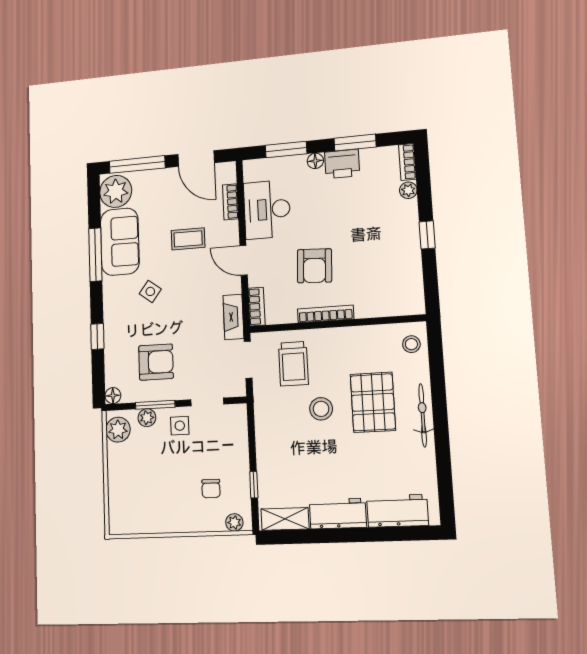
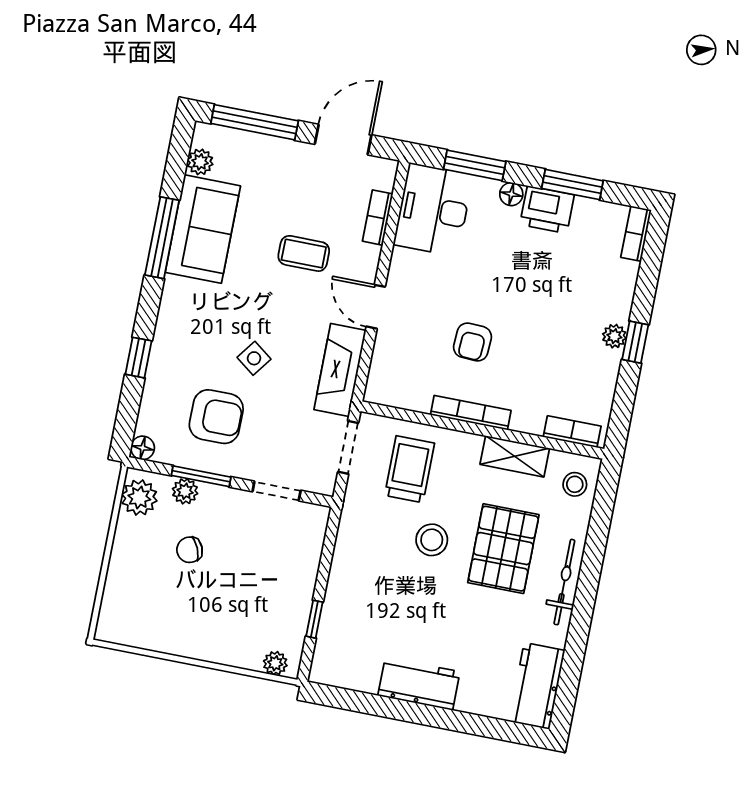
door: (196, 159) -> (343, 140), swing flipped
plant: (408, 190) -> (614, 336), moved
plant: (116, 191) -> (200, 162), width x0.53, depth x0.53
desk: (267, 209) -> (433, 210), moved
armchair: (314, 266) -> (473, 342), width x0.72, depth x0.72
side table: (150, 291) -> (254, 358), moved
bookcase: (257, 307) -> (572, 432), moved, turned -90
fireplace: (233, 317) -> (340, 370), width x1.37, depth x1.32
trolley: (293, 364) -> (410, 469), turned 180
side table: (180, 426) -> (230, 514), removed
chair: (211, 489) -> (190, 550), moved, turned 67
workbench: (397, 511) -> (537, 686), moved, turned -90
shelving: (285, 519) -> (515, 456), moved

